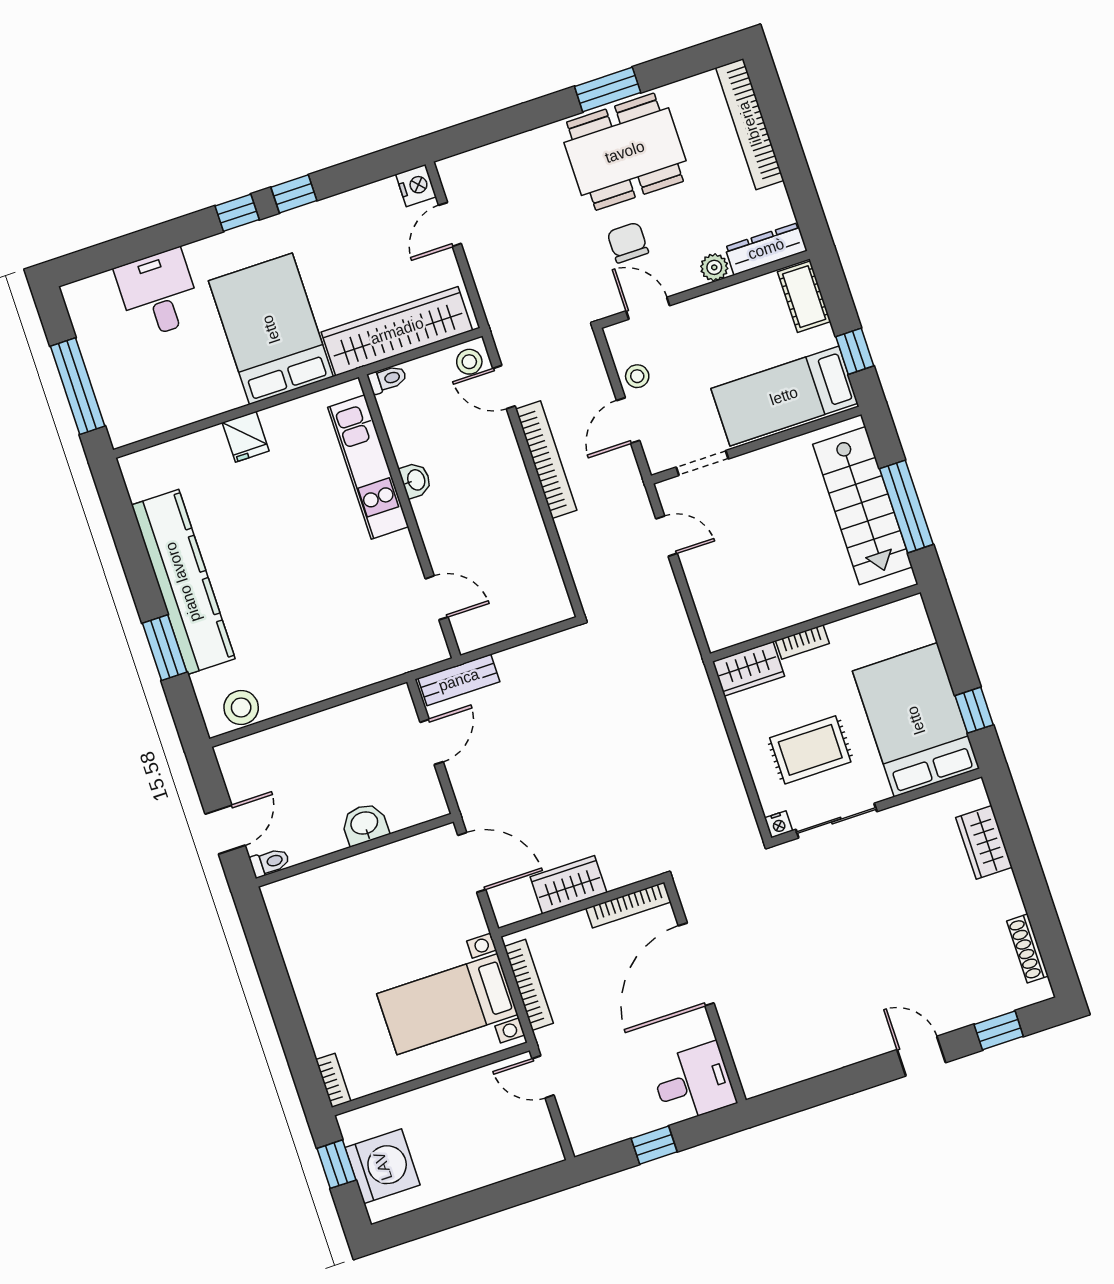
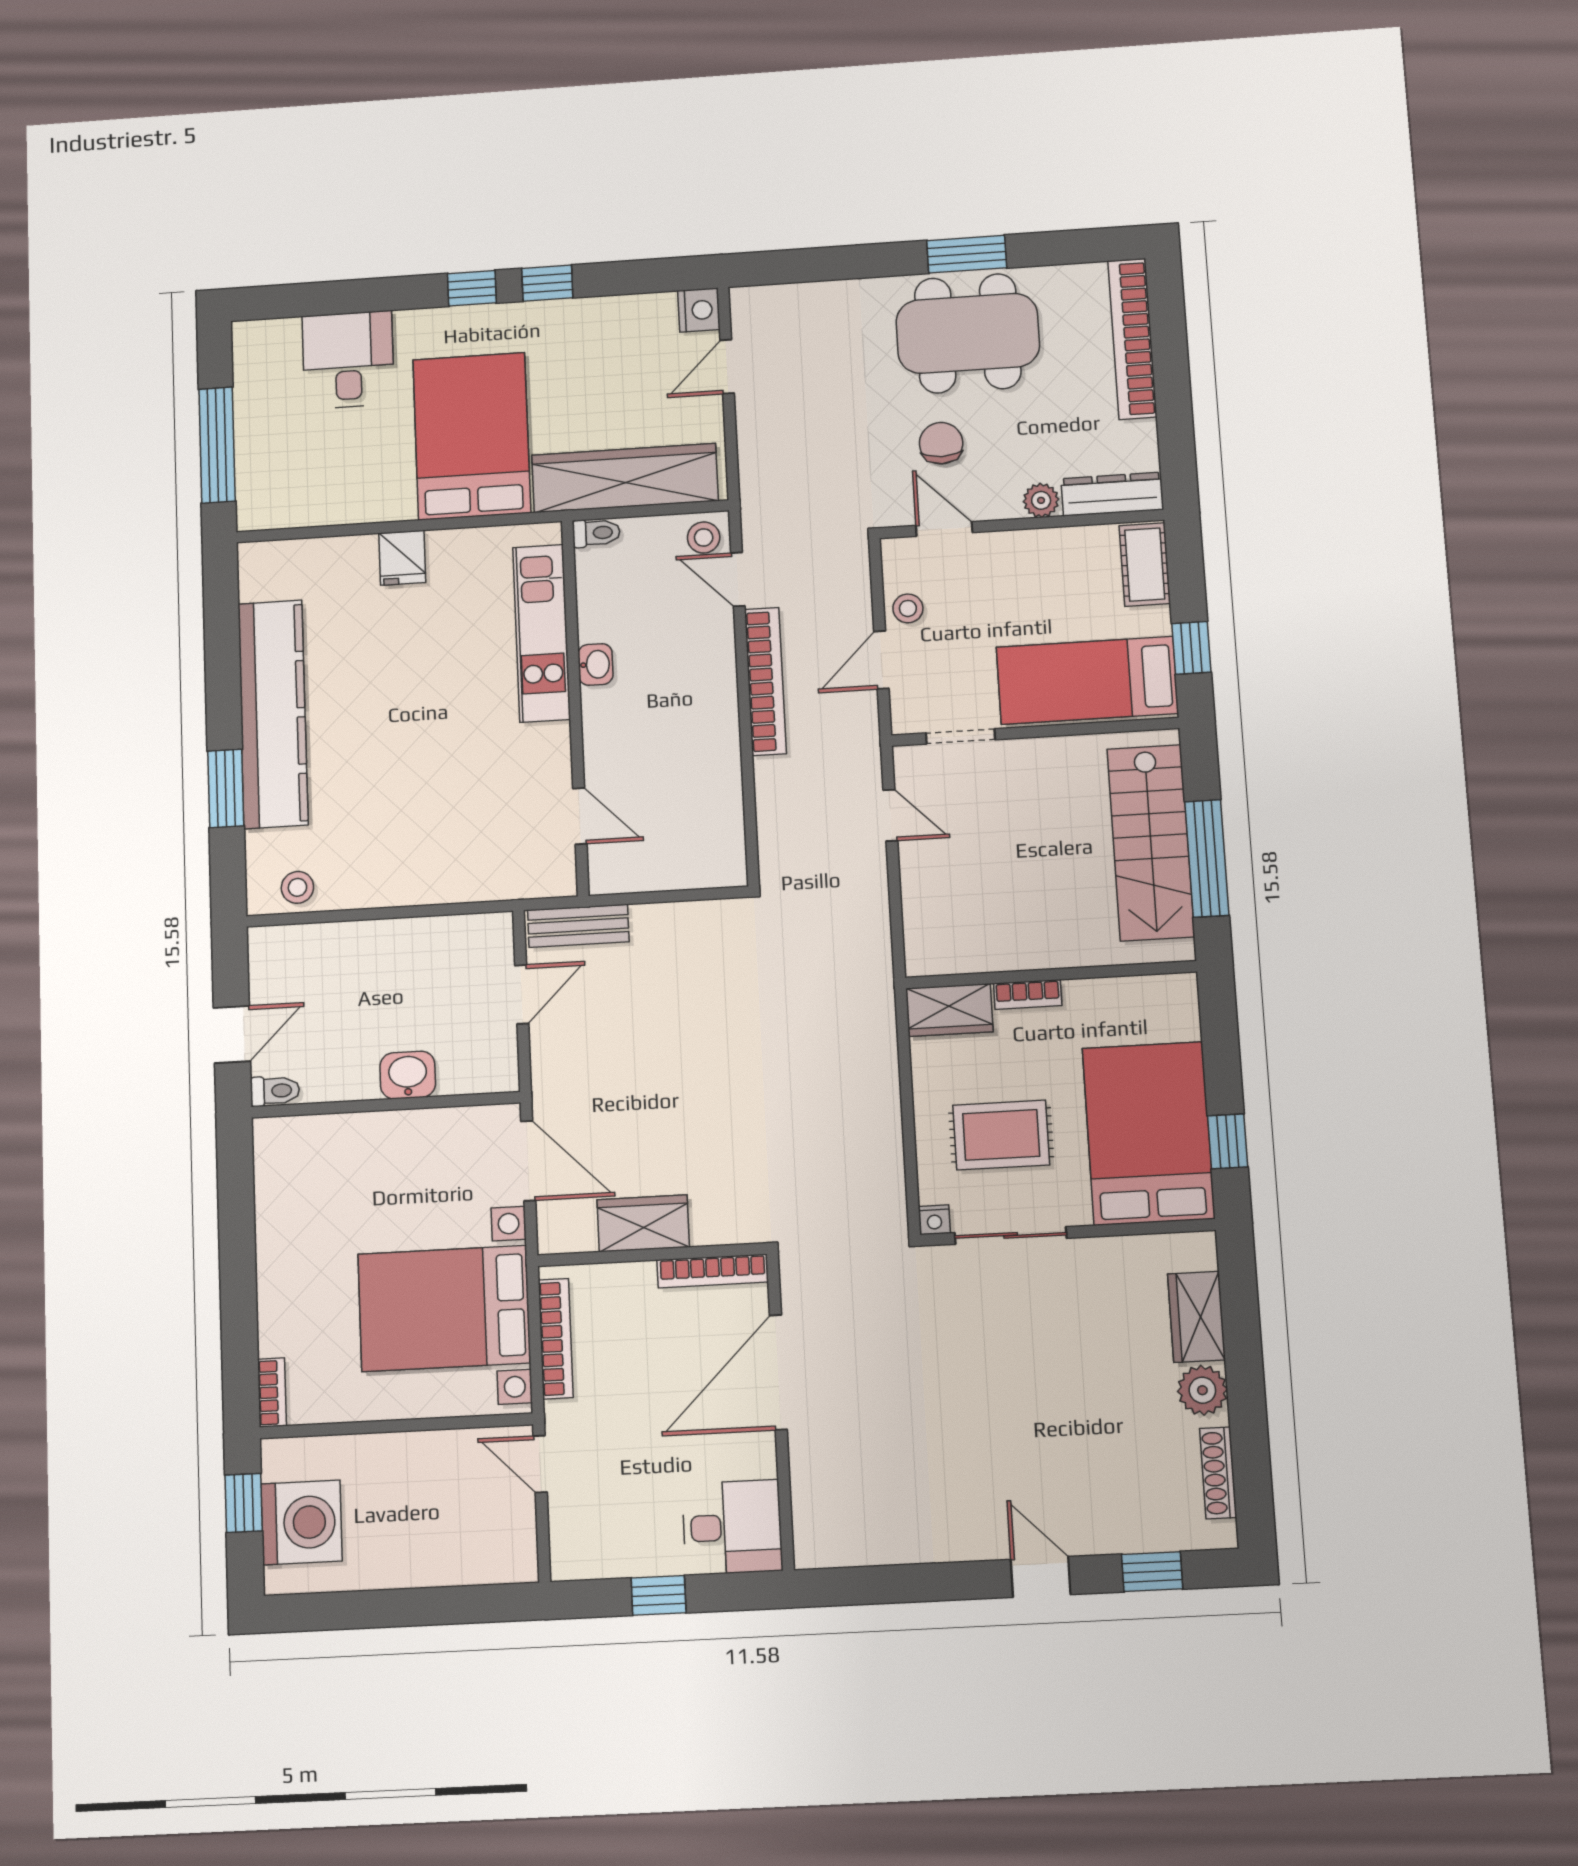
stool: (241, 707) -> (297, 887), width x0.73, depth x0.73
plant: (1002, 893) -> (1202, 1390), added
bed with nightstands: (447, 1004) -> (444, 1308), width x1.36

